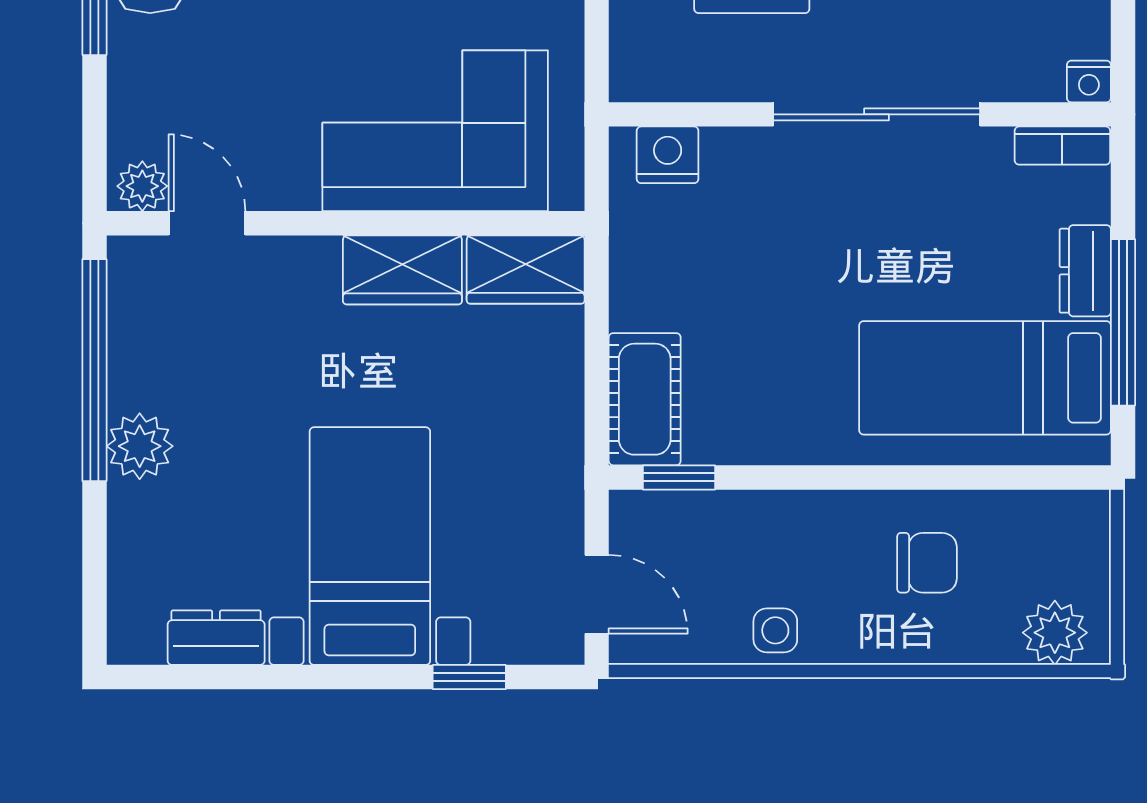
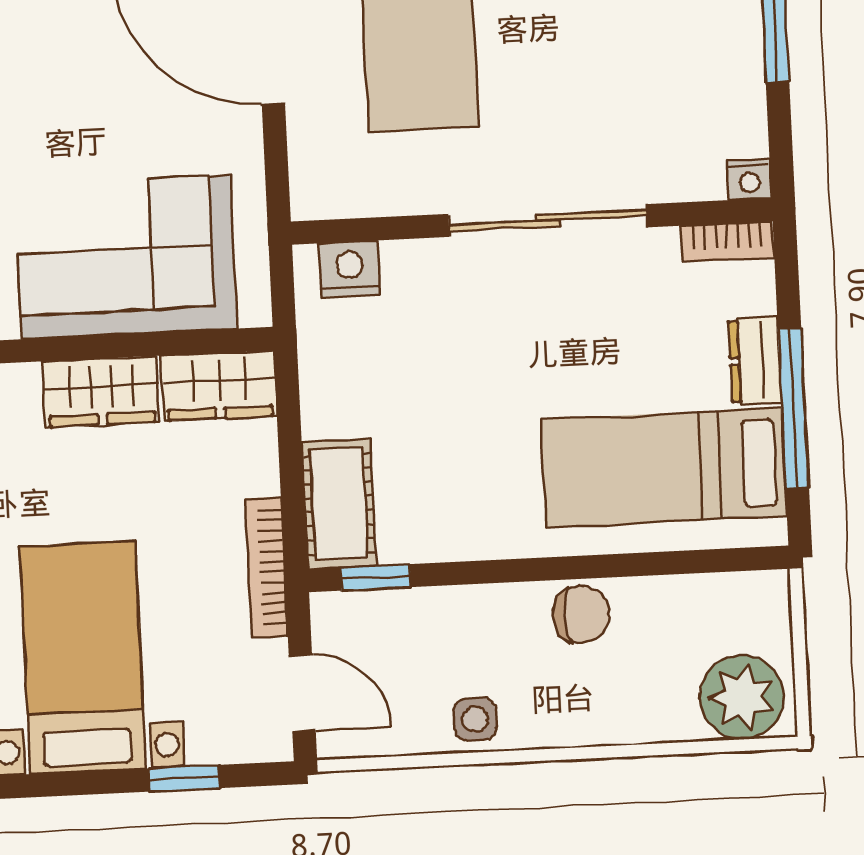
bookcase: (566, 461) -> (267, 567), added
chair: (927, 563) -> (581, 614), moved
plant: (1055, 633) -> (742, 697), width x1.36, depth x1.36

